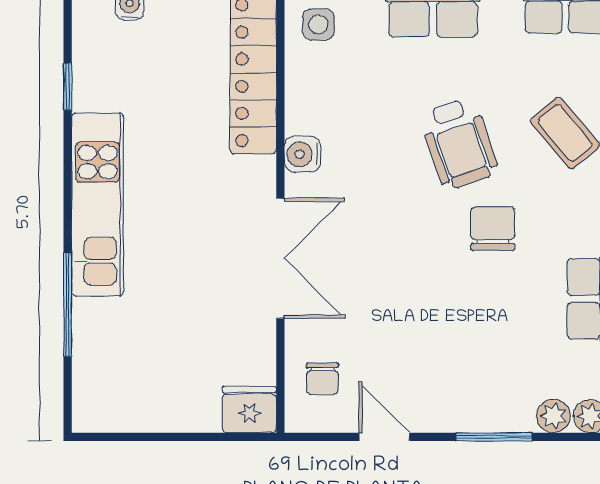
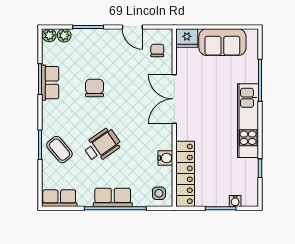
wheelchair: (459, 144) -> (102, 145), turned 74
water cooler: (302, 154) -> (165, 158), moved
chair: (493, 229) -> (94, 88), moved, turned 180
sofa: (161, 399) -> (222, 42), added

